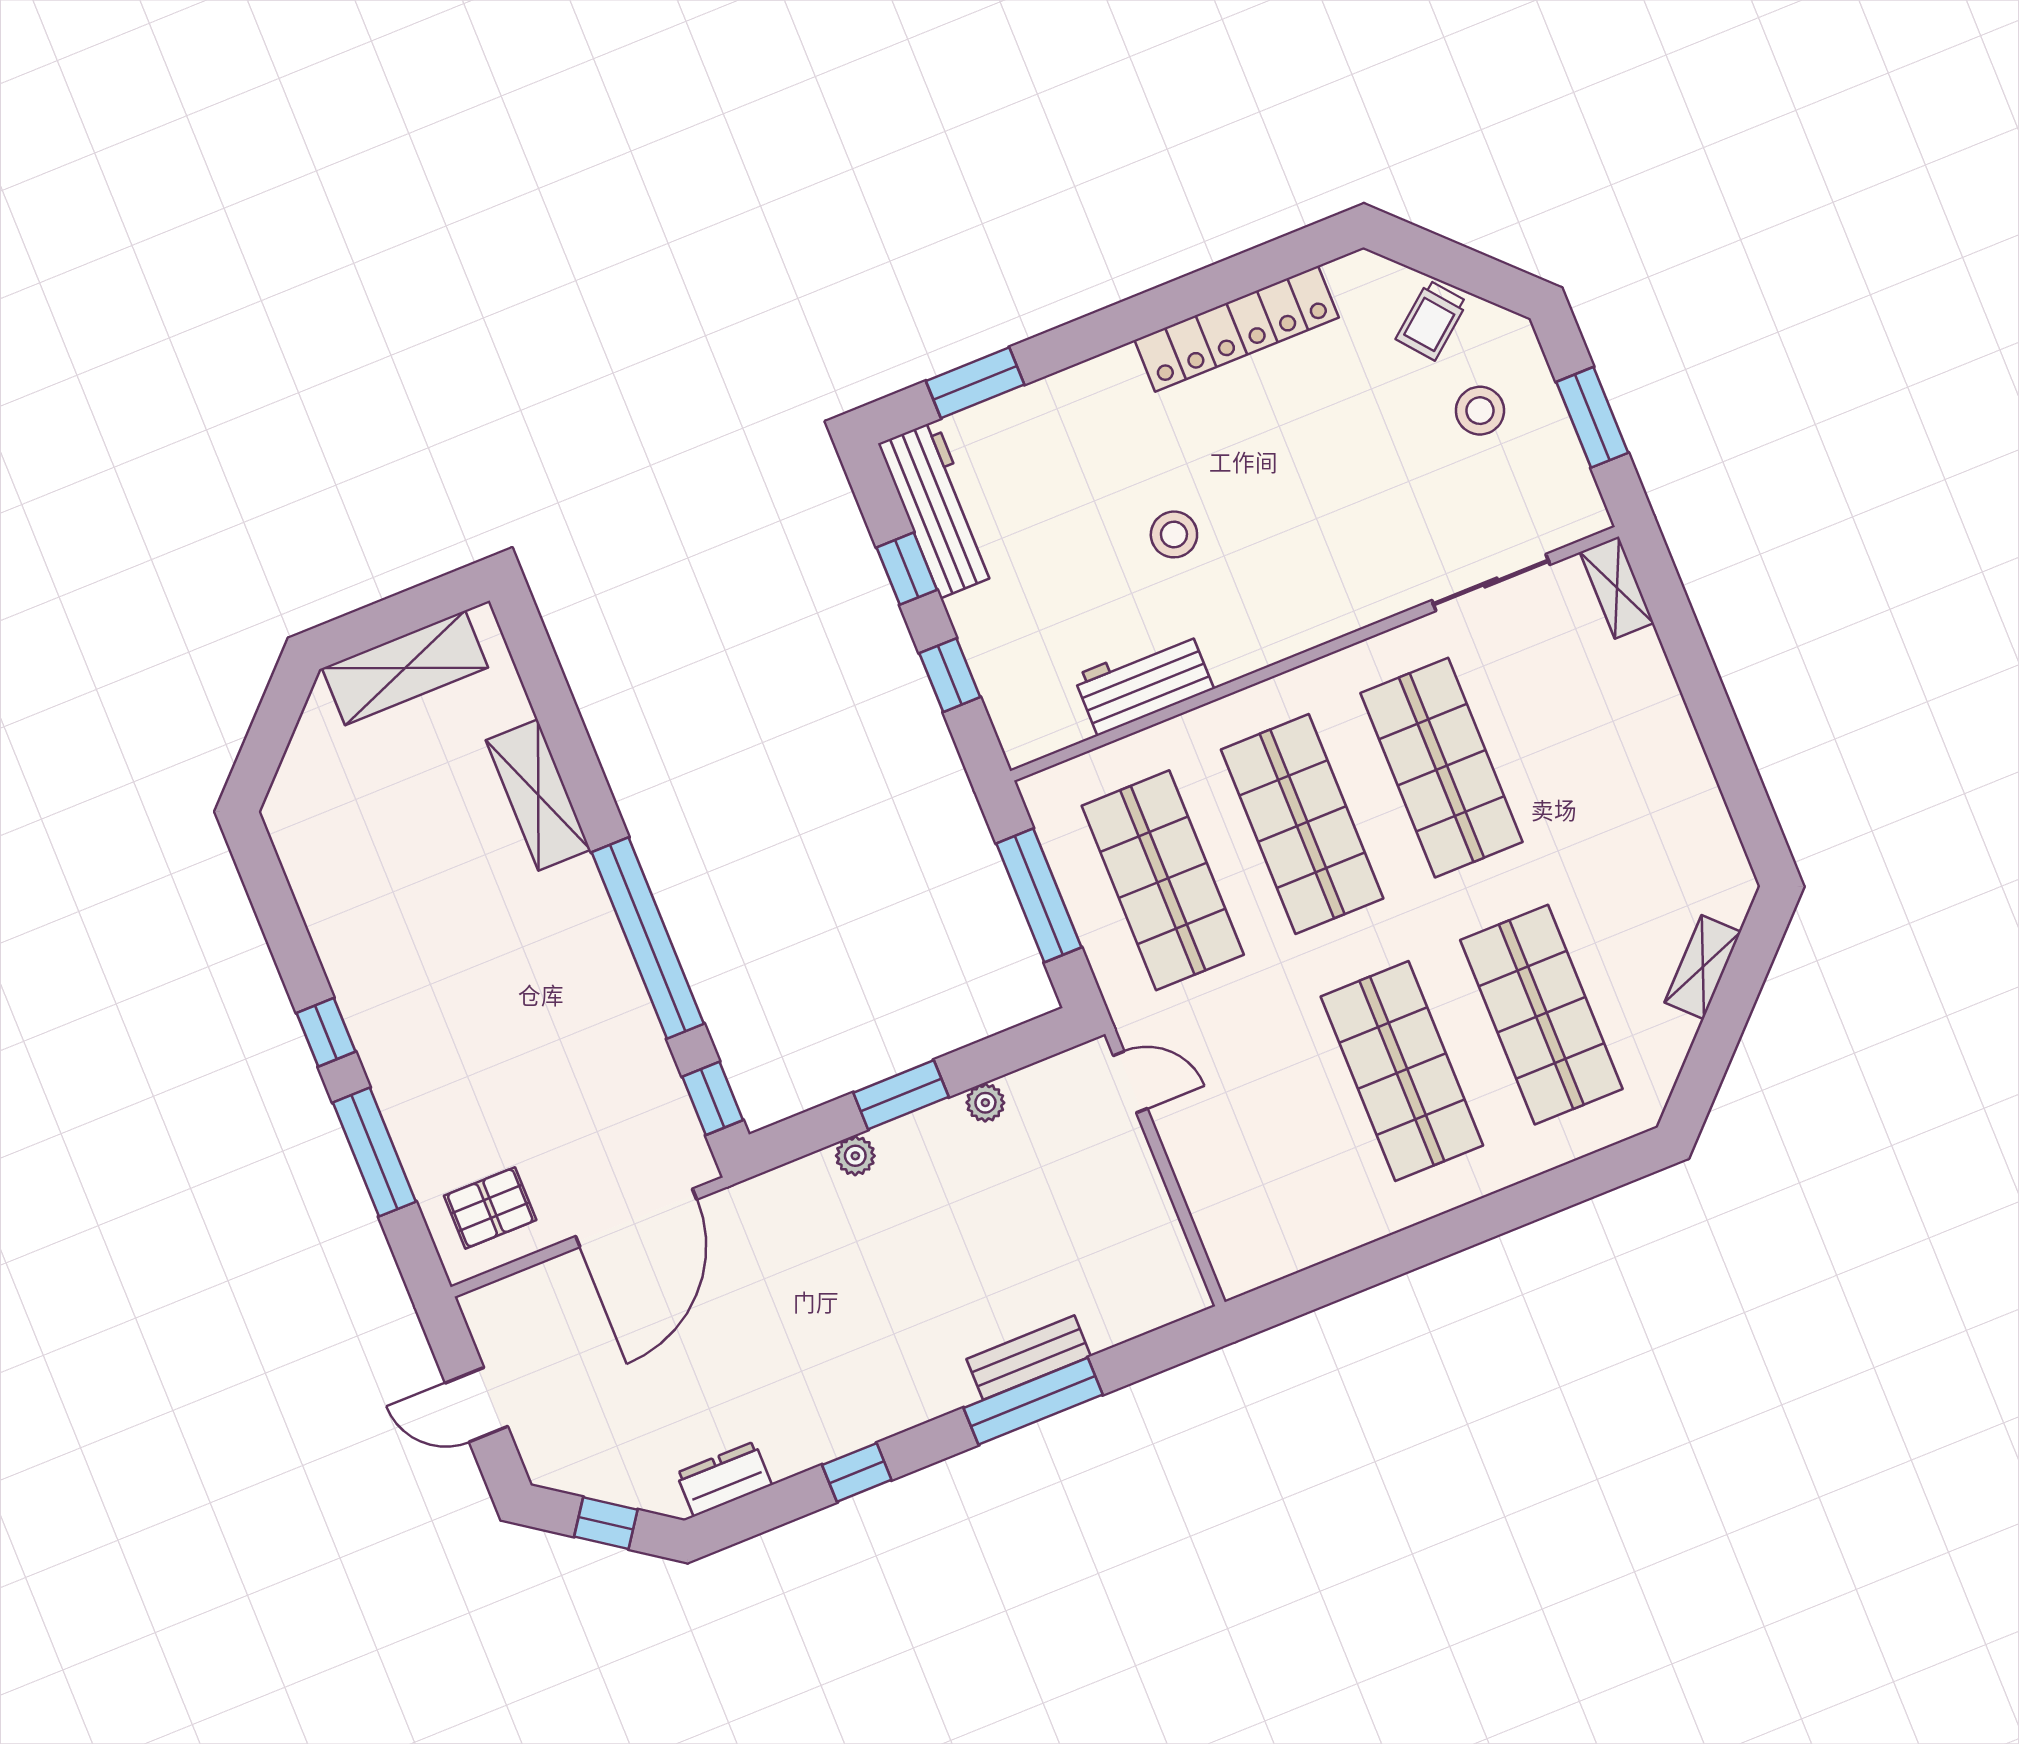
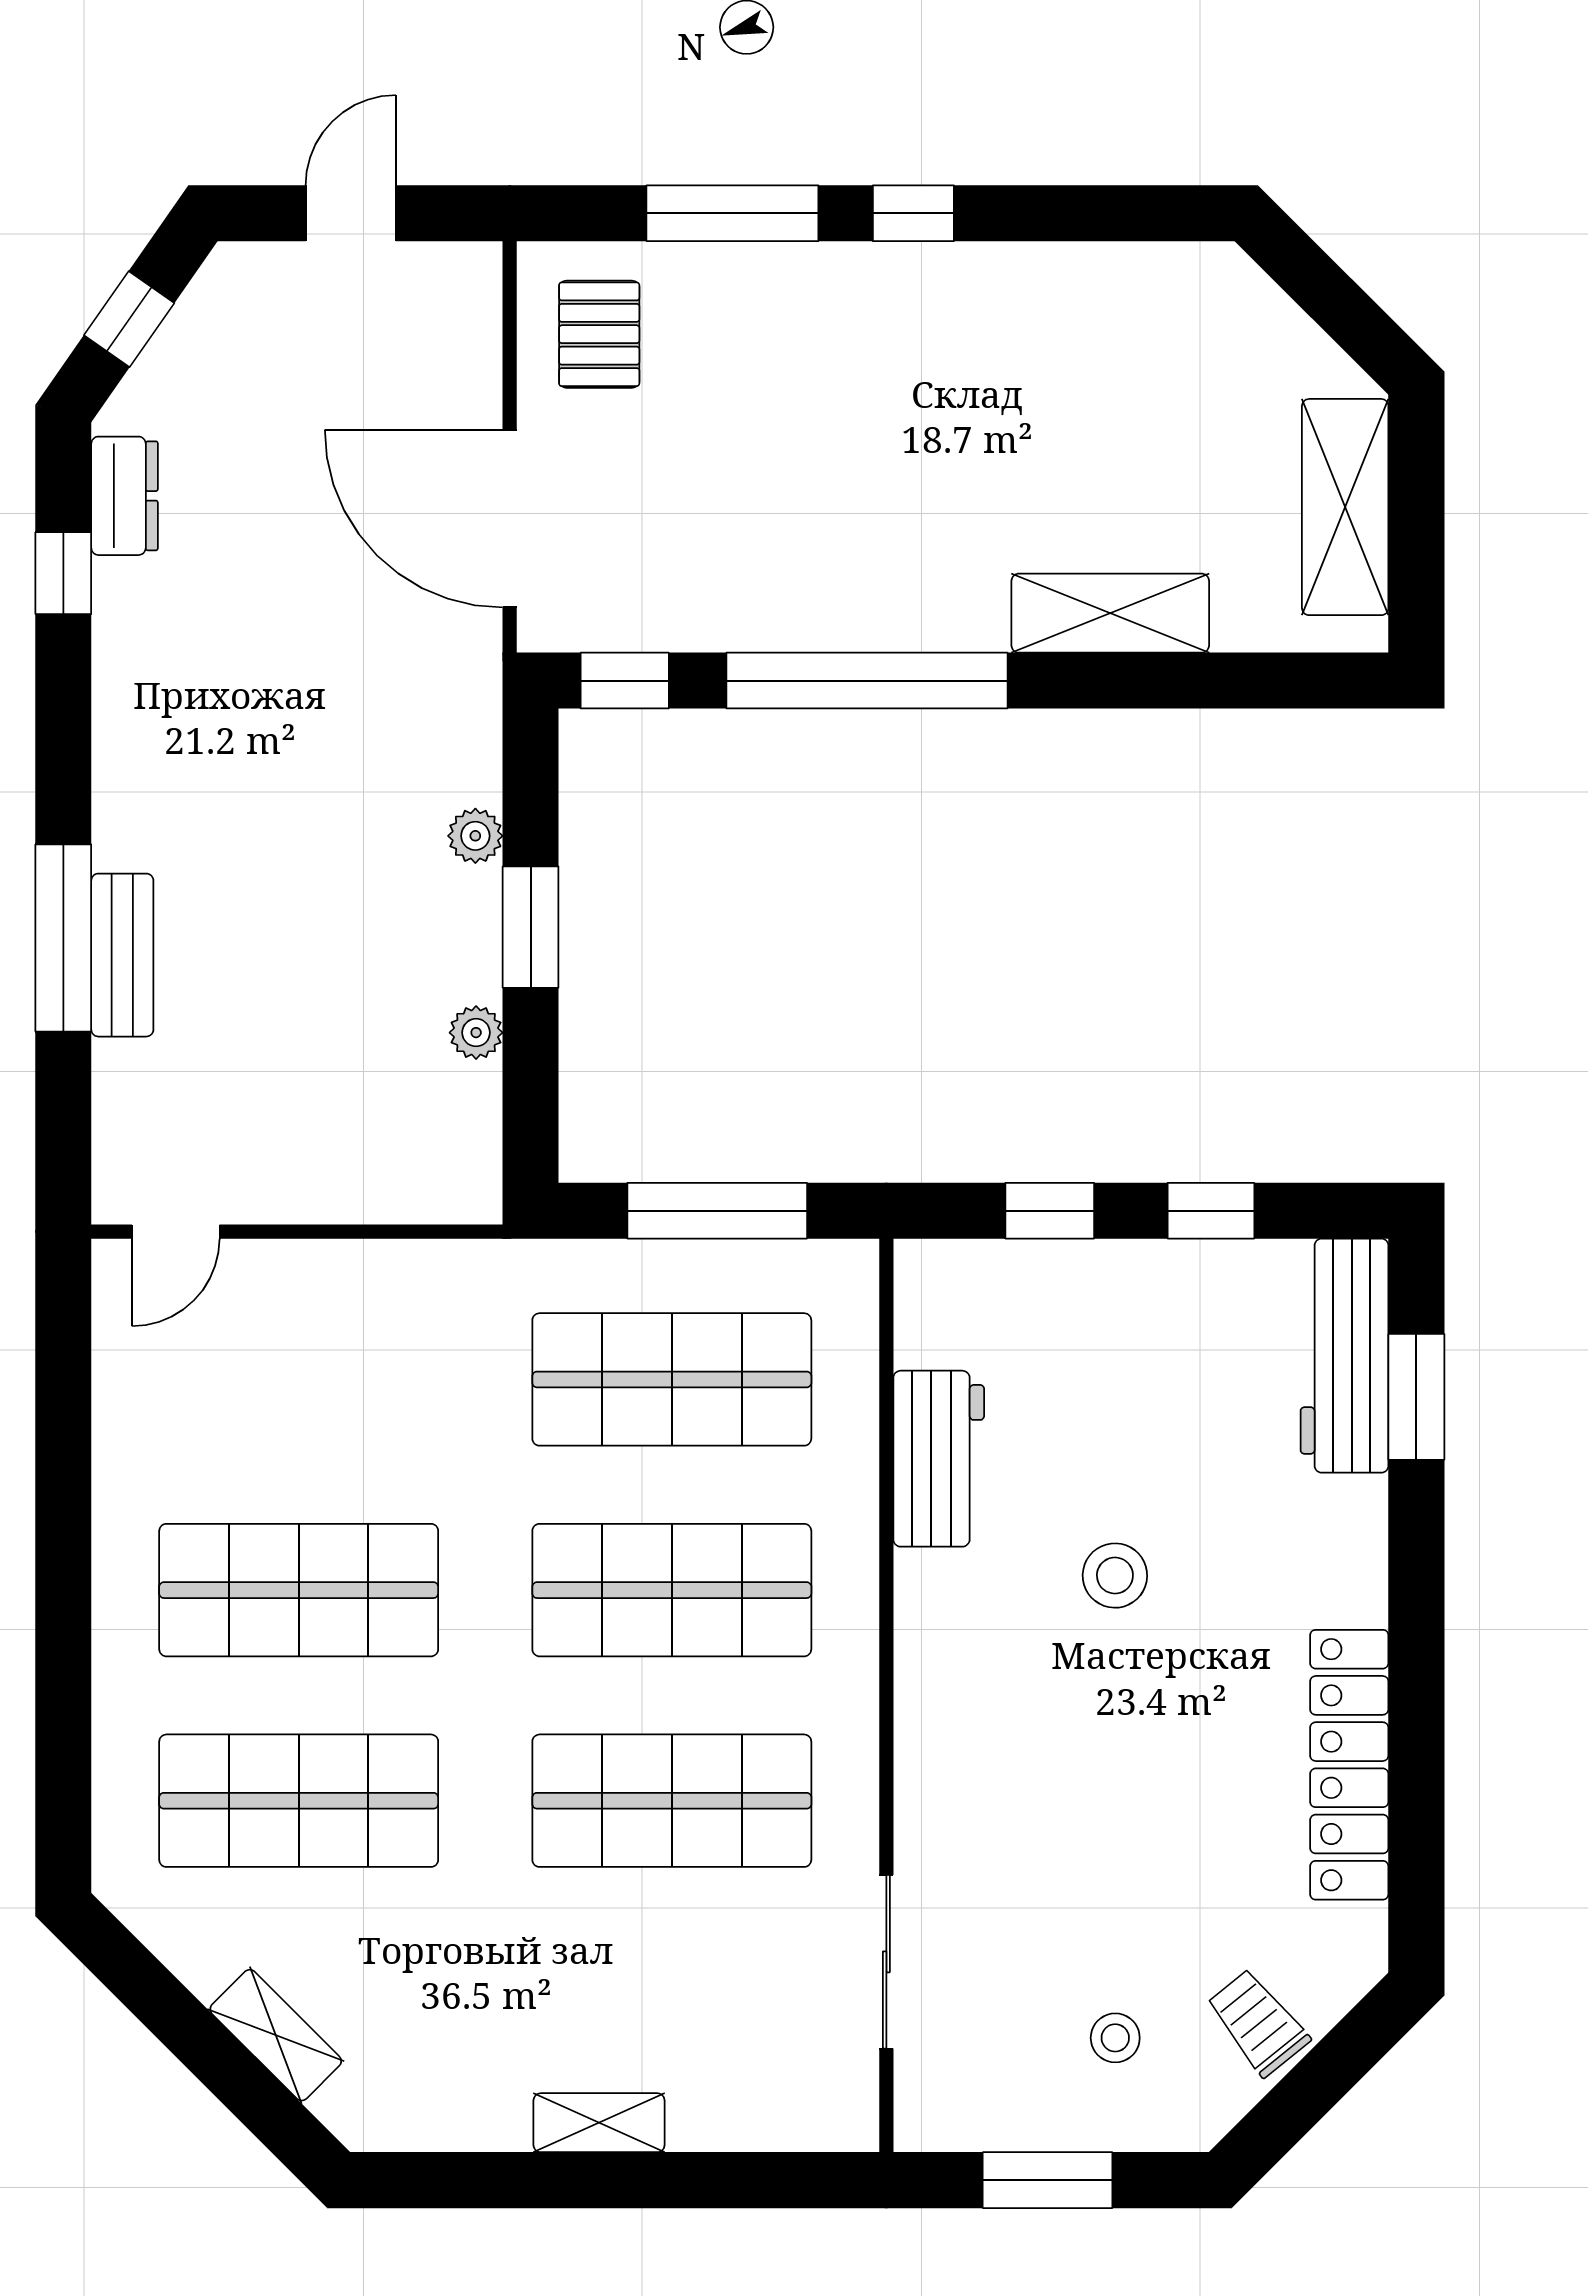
stool: (1480, 411) -> (1115, 2038), width x0.73, depth x0.73
workbench: (938, 509) -> (1344, 1356), moved, turned 90
shelving: (1617, 587) -> (599, 2123), moved
door: (1130, 1082) -> (176, 1232), moved
window: (857, 1472) -> (63, 573), moved

